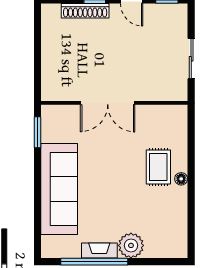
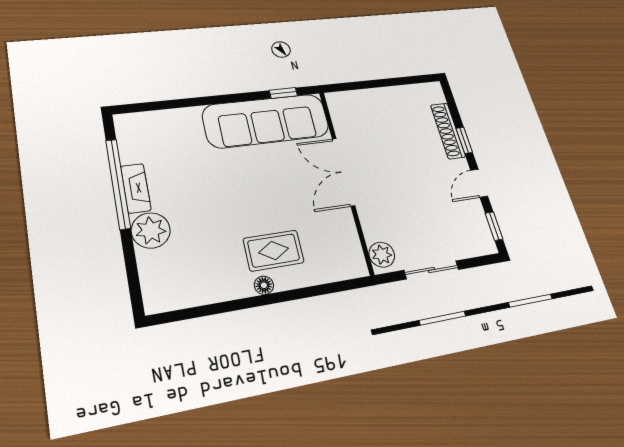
plant: (174, 92) -> (382, 255), added
window: (38, 132) -> (283, 93), width x0.67
sofa: (59, 189) -> (266, 121), moved

